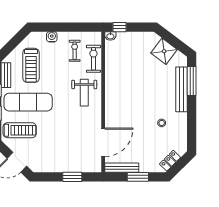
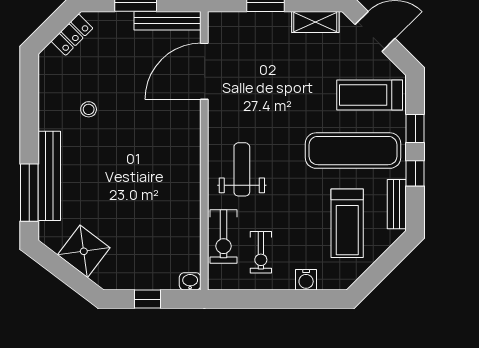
window: (119, 27) -> (147, 299), moved
treadmill: (31, 65) -> (347, 223), turned 180
shelving: (47, 167) -> (315, 22), added

